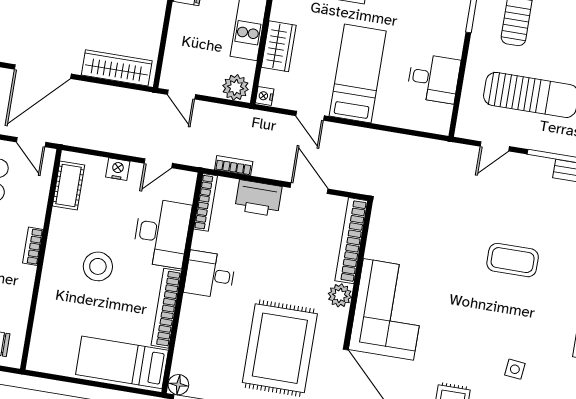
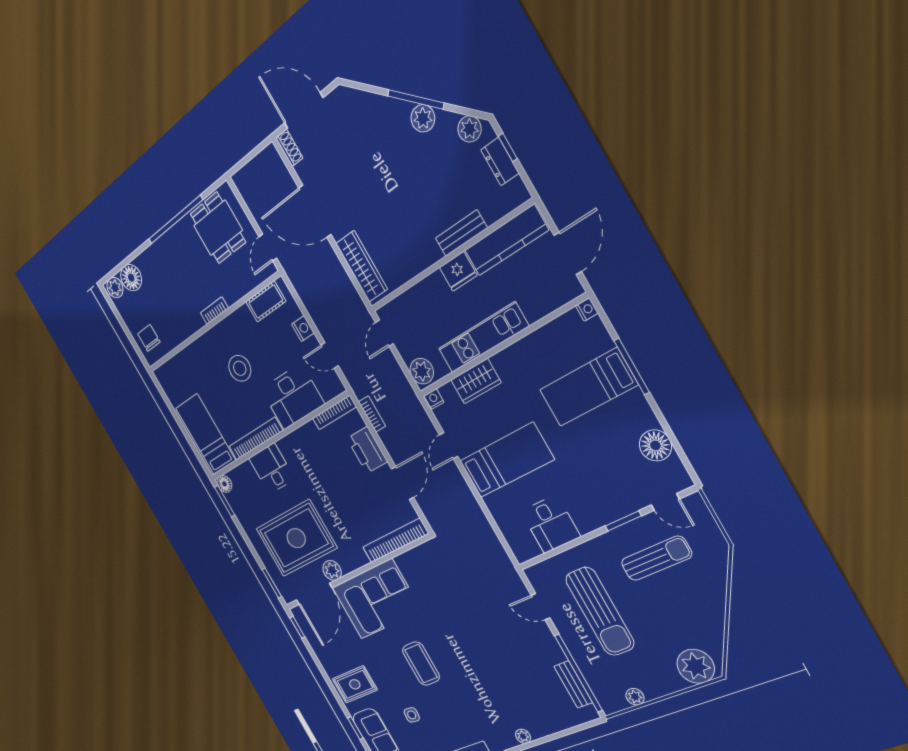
coffee table: (513, 260) -> (421, 664), moved
desk: (210, 275) -> (272, 469), moved
plant: (340, 295) -> (332, 570), moved

